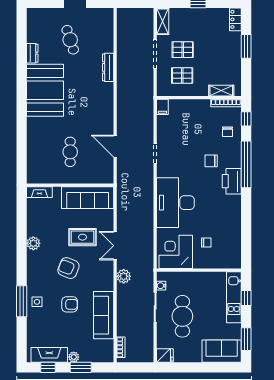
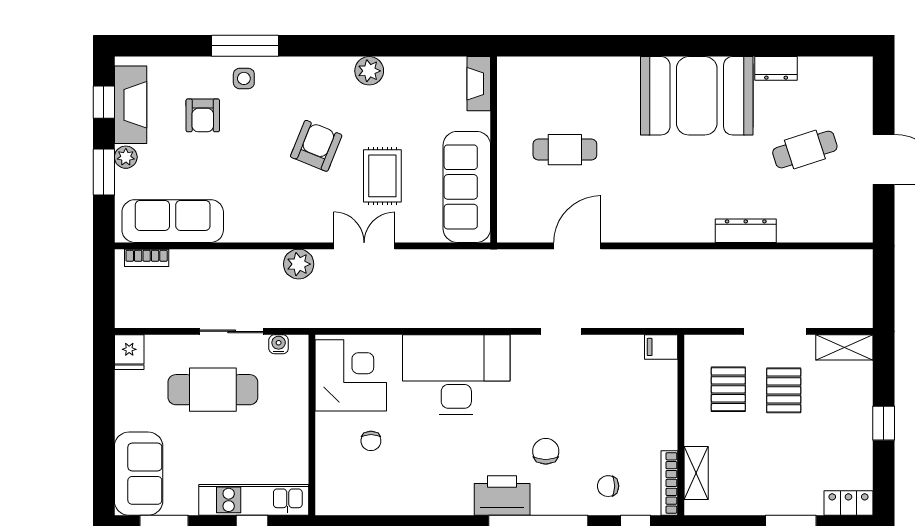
armchair: (70, 304) -> (203, 115), moved
sofa: (104, 315) -> (173, 221), moved

